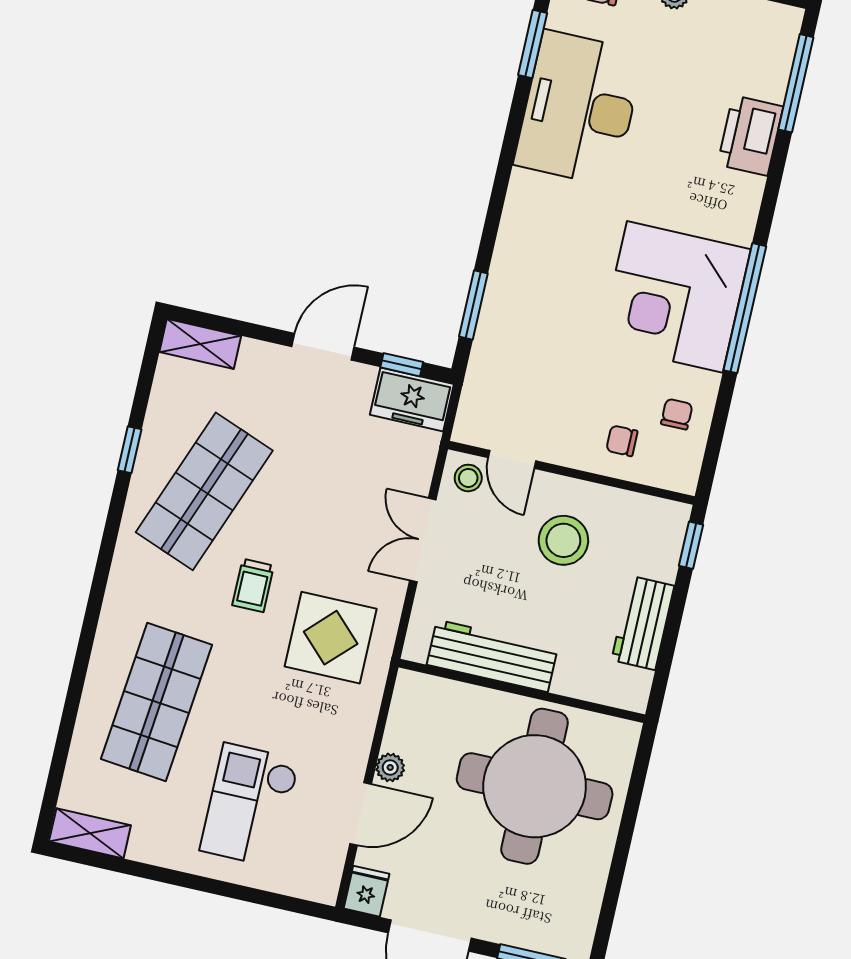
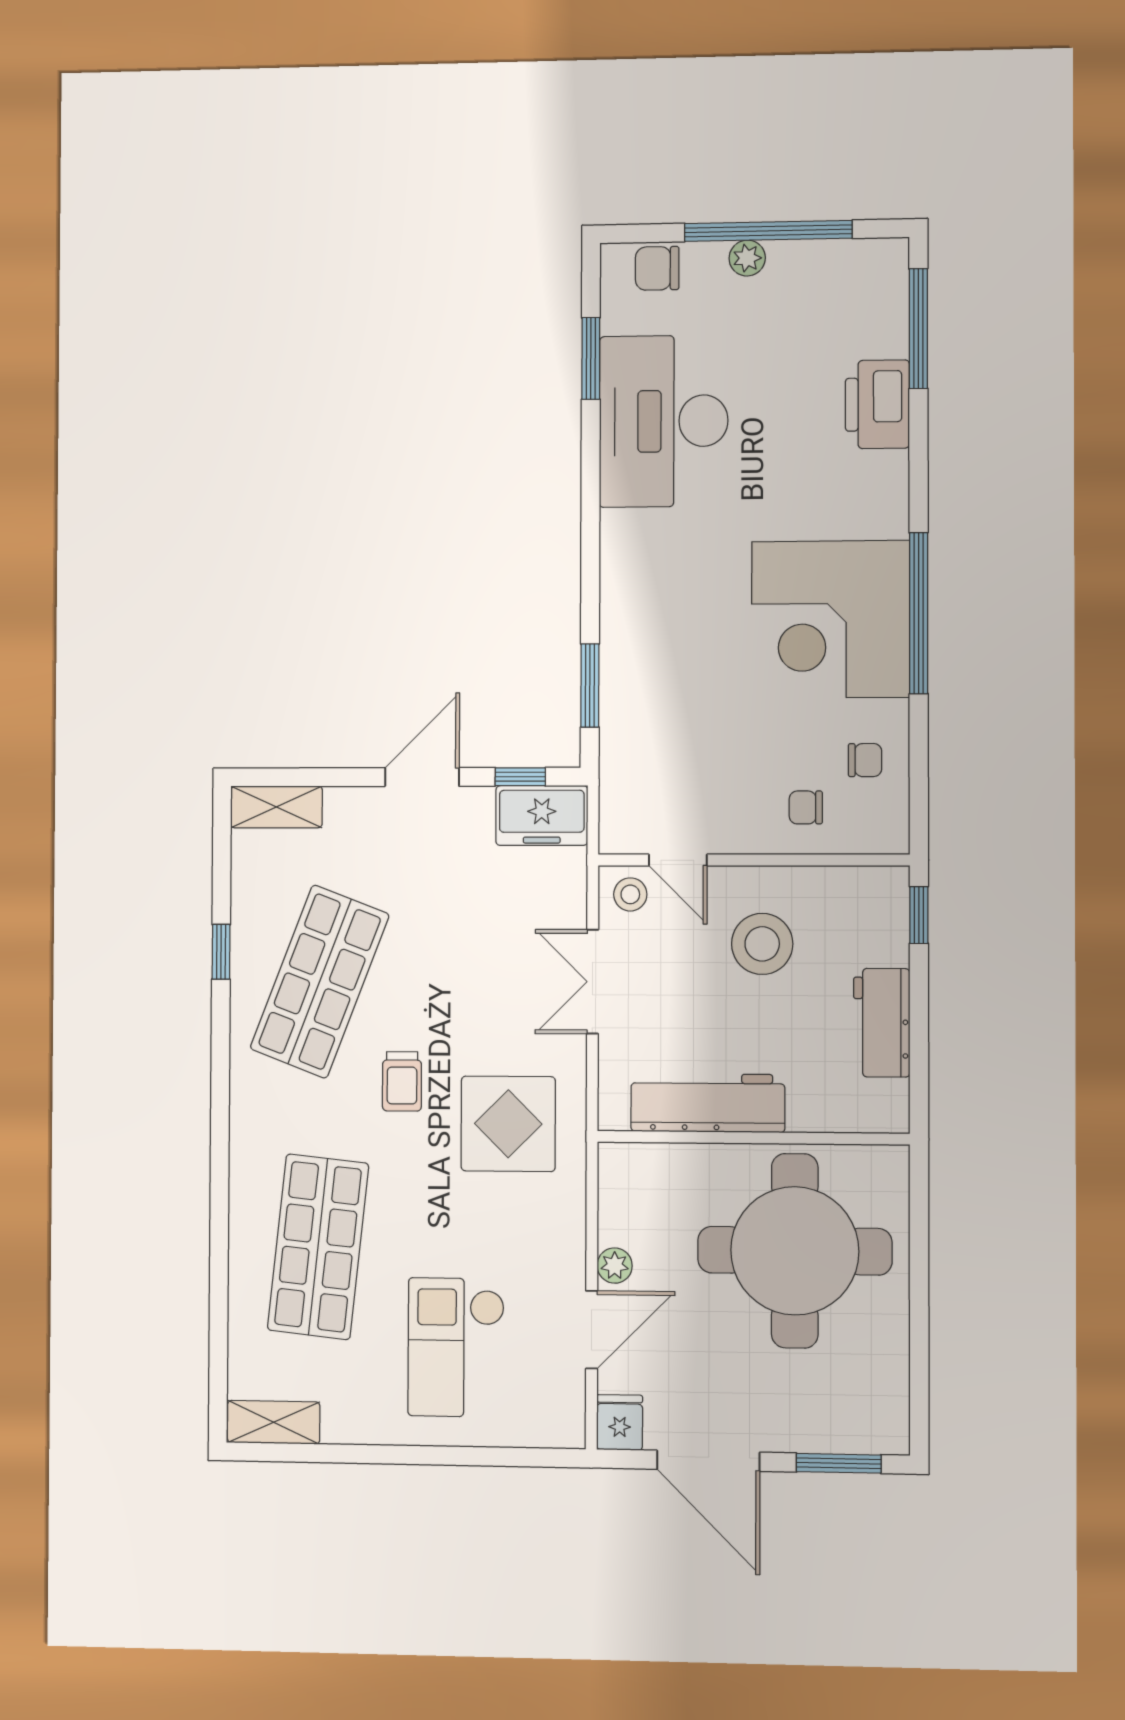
chair: (677, 414) -> (865, 760), turned 90

